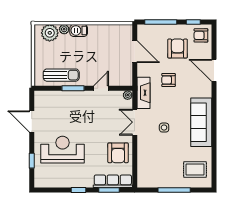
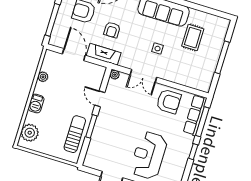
plant: (64, 29) -> (43, 77), moved
door: (135, 52) -> (74, 55), hinge flipped
fireplace: (144, 93) -> (104, 54), moved
rug: (195, 169) -> (193, 38), moved
window: (109, 190) -> (202, 122), width x1.44

